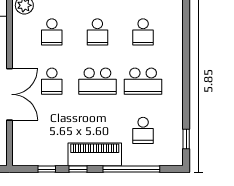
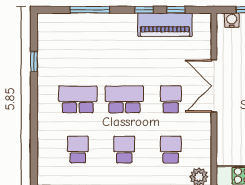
school desk: (143, 130) -> (78, 49), removed
window: (186, 139) -> (34, 62), moved
piano: (95, 154) -> (165, 25), moved
window: (131, 169) -> (90, 10), width x0.68

